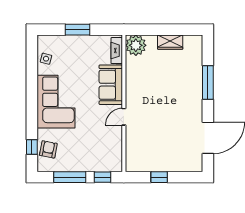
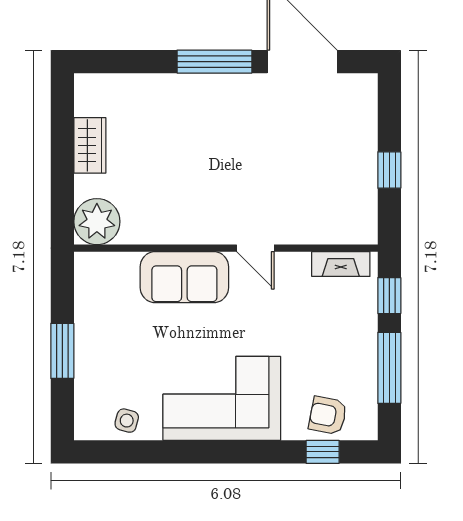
fireplace: (117, 51) -> (341, 264), moved
window: (208, 83) -> (214, 62), moved

